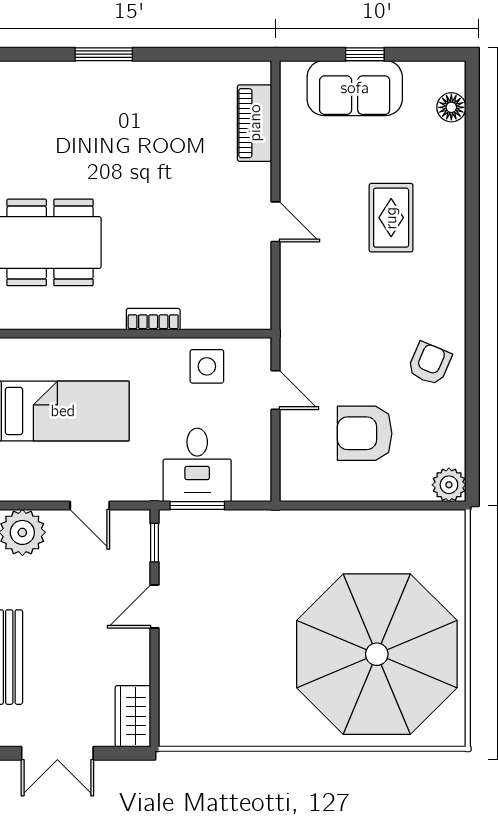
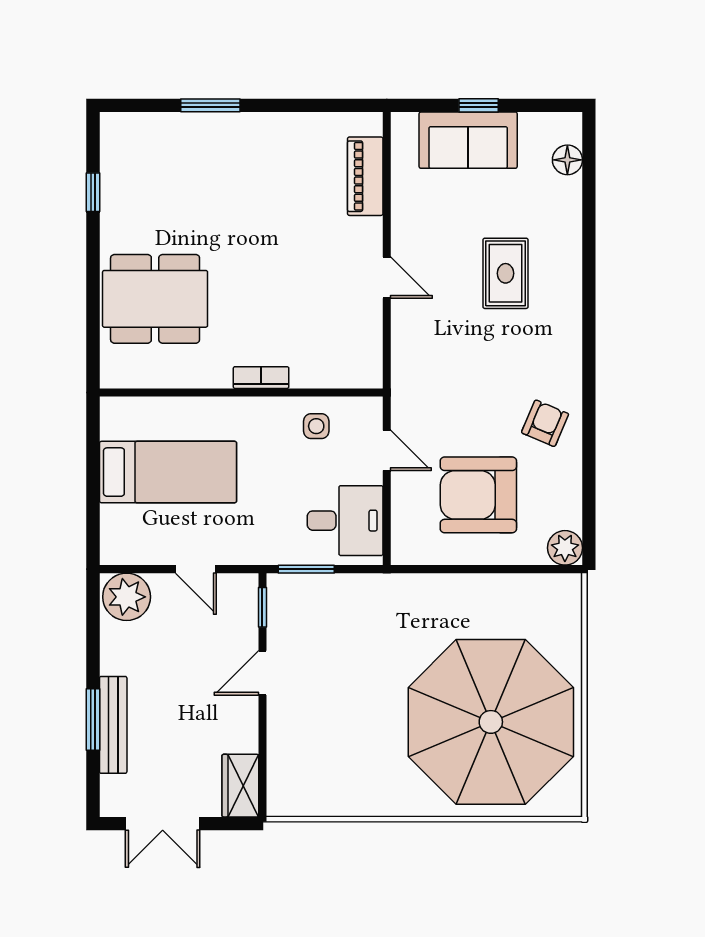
side table: (207, 366) -> (316, 426), width x0.73, depth x0.73
armchair: (365, 433) -> (478, 495), width x1.36, depth x1.36
desk: (197, 465) -> (345, 521), moved, turned -90

